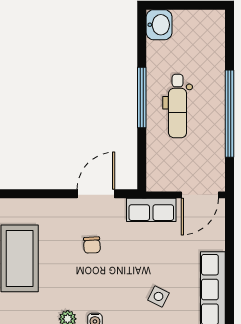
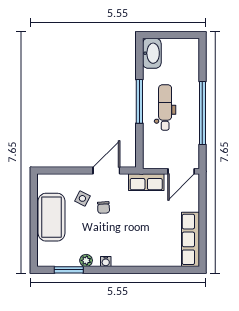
washbasin: (159, 25) -> (152, 53), width x1.38
dental chair: (178, 106) -> (165, 107), turned 180
side table: (159, 296) -> (82, 198), moved

